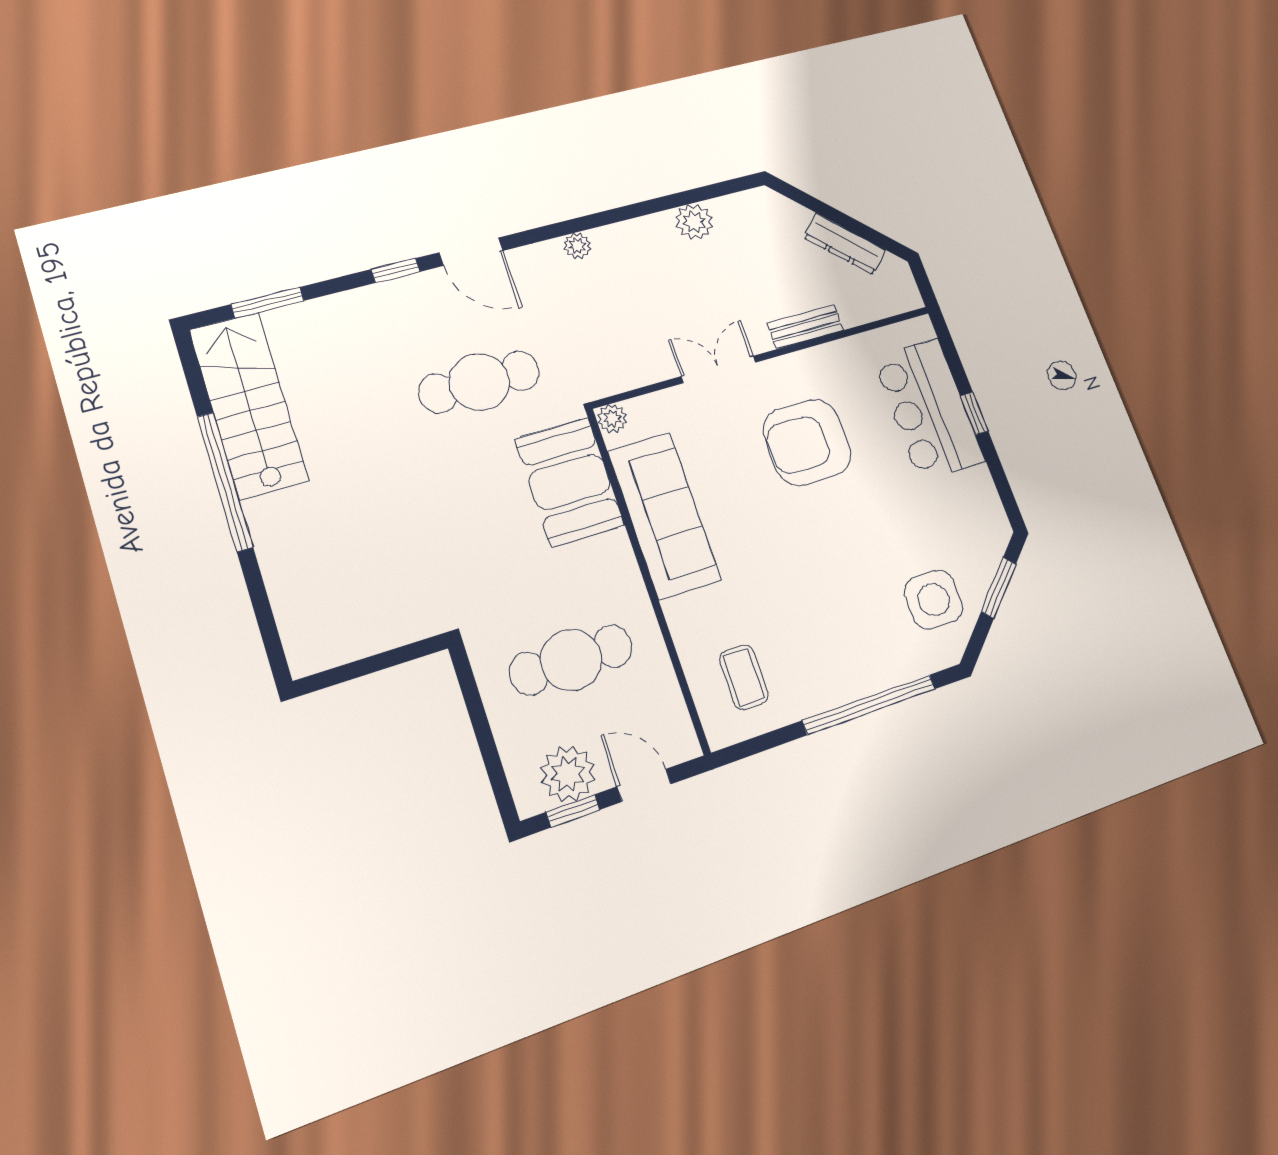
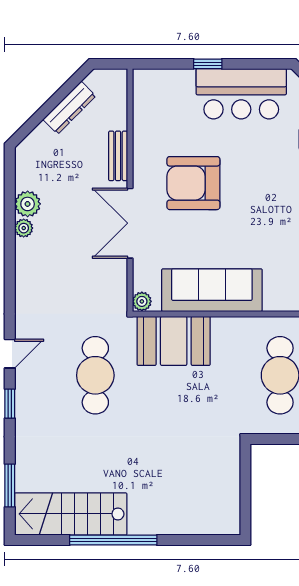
plant: (577, 246) -> (24, 228), moved
door: (471, 252) -> (10, 354), width x0.73
double door: (719, 369) -> (130, 223), width x1.37
bar counter: (929, 410) -> (241, 94), moved
armchair: (807, 442) -> (193, 183), turned 90

